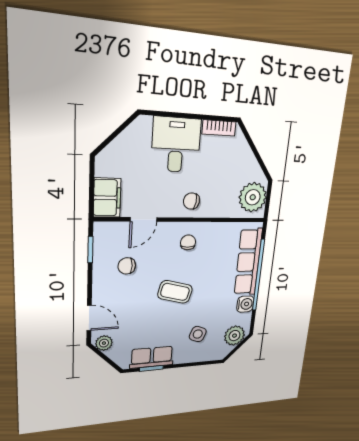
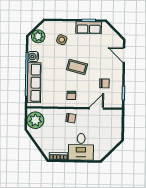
filing cabinet: (107, 198) -> (115, 120), removed
plant: (104, 343) -> (116, 39), removed

